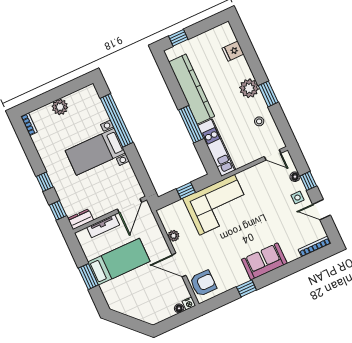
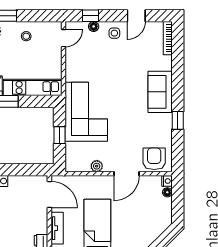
window: (308, 181) -> (90, 16), moved

